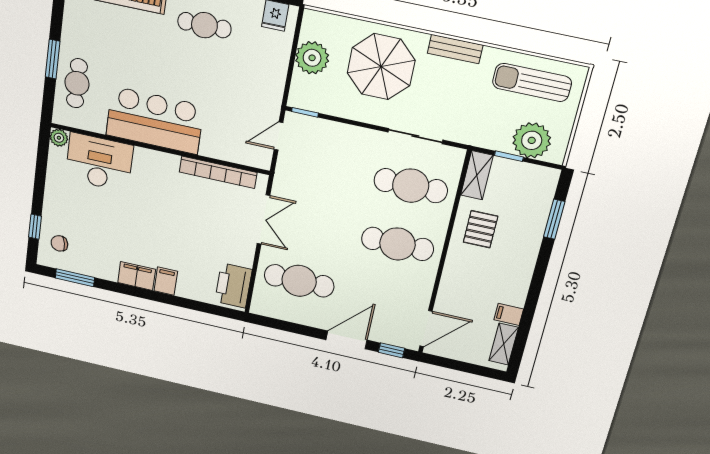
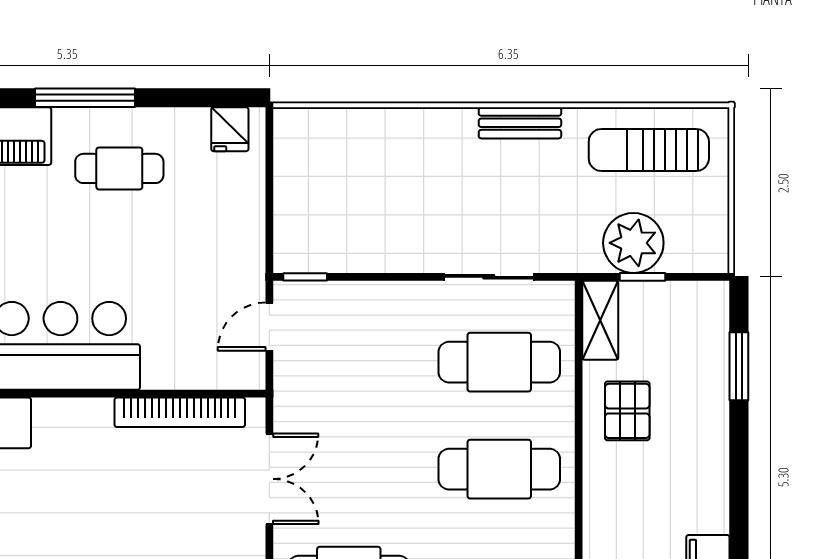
plant: (312, 58) -> (300, 185), removed
parasol: (381, 67) -> (412, 175), removed
plant: (532, 140) -> (633, 243), moved

